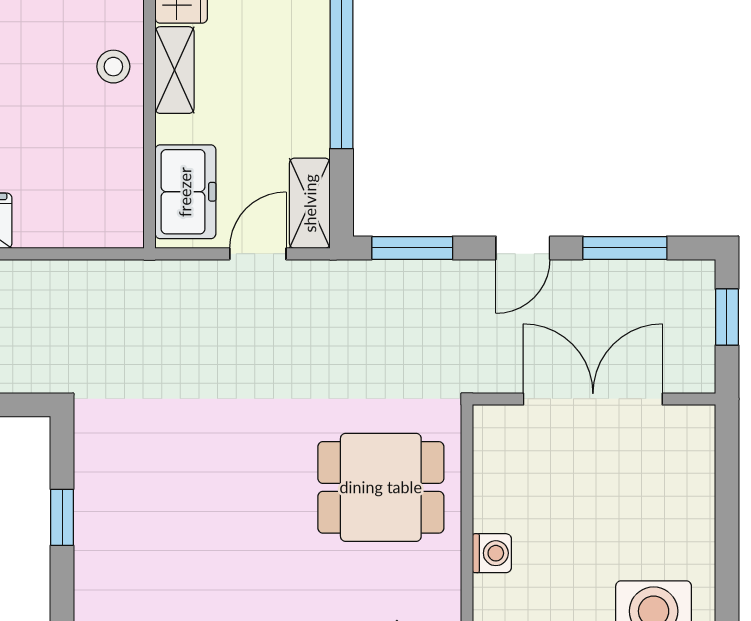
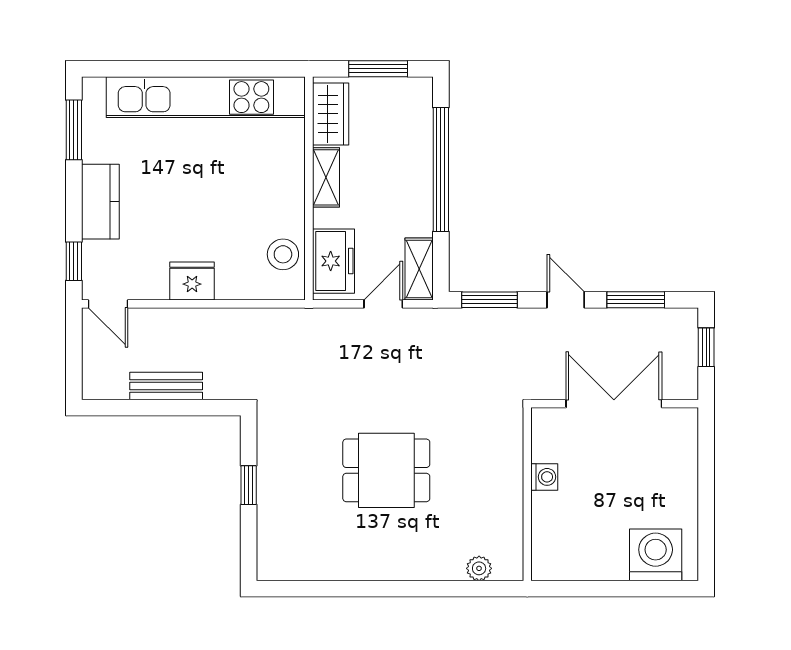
stool: (113, 67) -> (283, 254), moved, width x1.37, depth x1.37
door: (523, 248) -> (566, 300), swing flipped
dining table: (381, 487) -> (386, 470), moved
washing machine: (492, 553) -> (544, 477), moved

